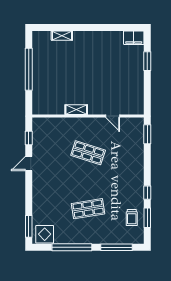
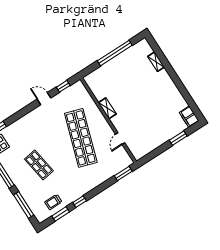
shop shelf: (88, 153) -> (81, 138), width x2.00, depth x1.36

